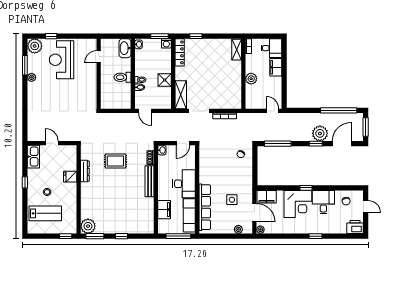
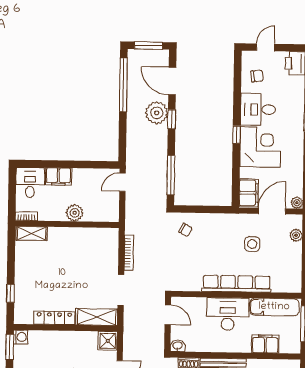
locker: (180, 52) -> (54, 318), moved
shower: (165, 80) -> (108, 341), moved
row of seats: (205, 207) -> (237, 284), moved

